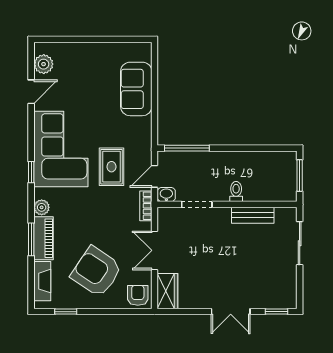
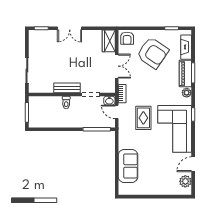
door: (154, 176) -> (117, 112), swing flipped
bench: (253, 215) -> (67, 88), moved
double door: (231, 312) -> (70, 28), swing flipped

